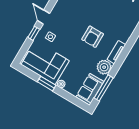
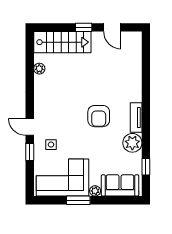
window: (104, 88) -> (146, 167), width x0.46
sofa: (90, 89) -> (120, 185), moved, turned 90

